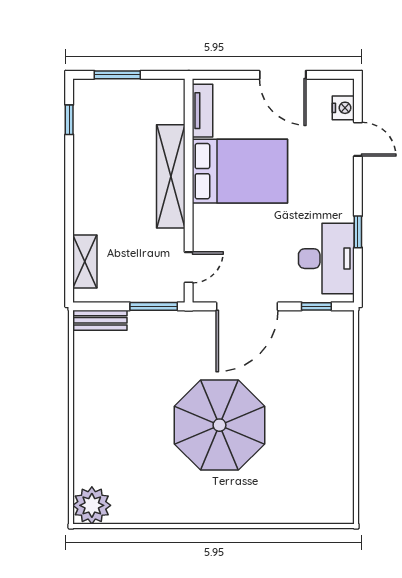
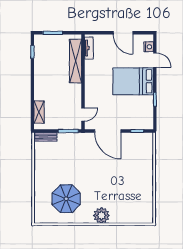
bed: (240, 171) -> (133, 81), moved, turned 180
shelving: (171, 176) -> (75, 61), moved
desk: (326, 259) -> (141, 111), removed
door: (247, 306) -> (108, 131), hinge flipped
parasol: (219, 425) -> (66, 199), moved, width x0.73, depth x0.73
plant: (92, 505) -> (101, 215), moved

